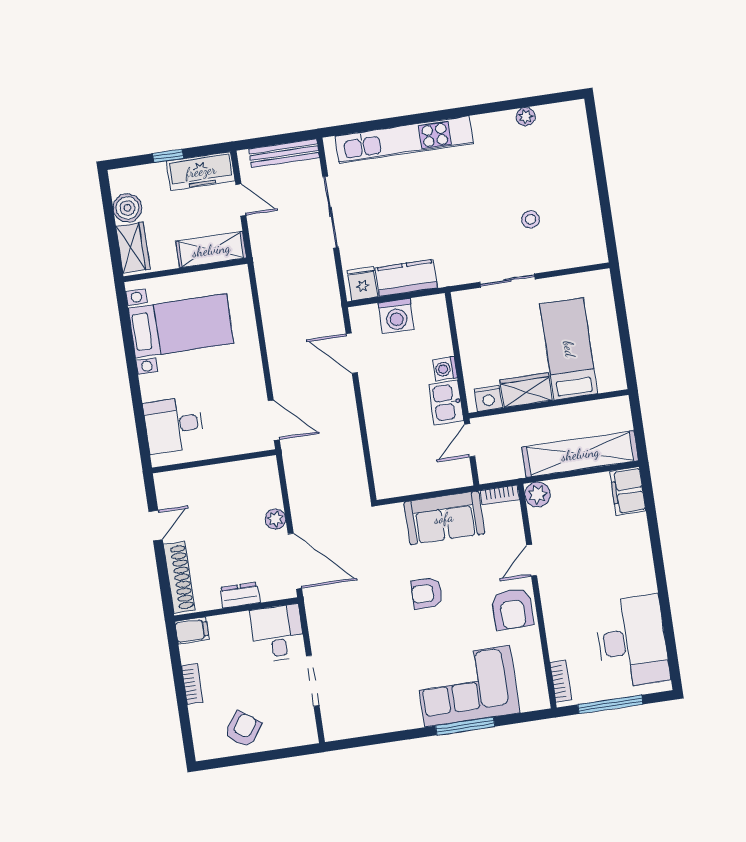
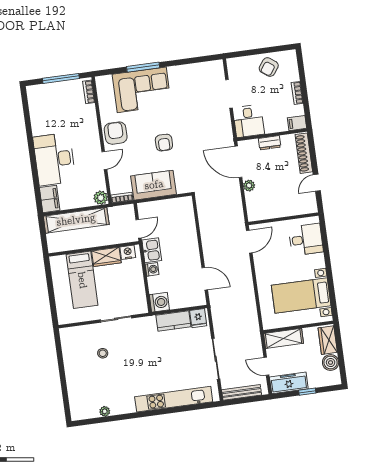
washing machine: (396, 316) -> (159, 302), moved, turned 90
door: (274, 420) -> (249, 242), swing flipped
armchair: (427, 593) -> (164, 143), turned 90
desk: (632, 641) -> (54, 159), moved

